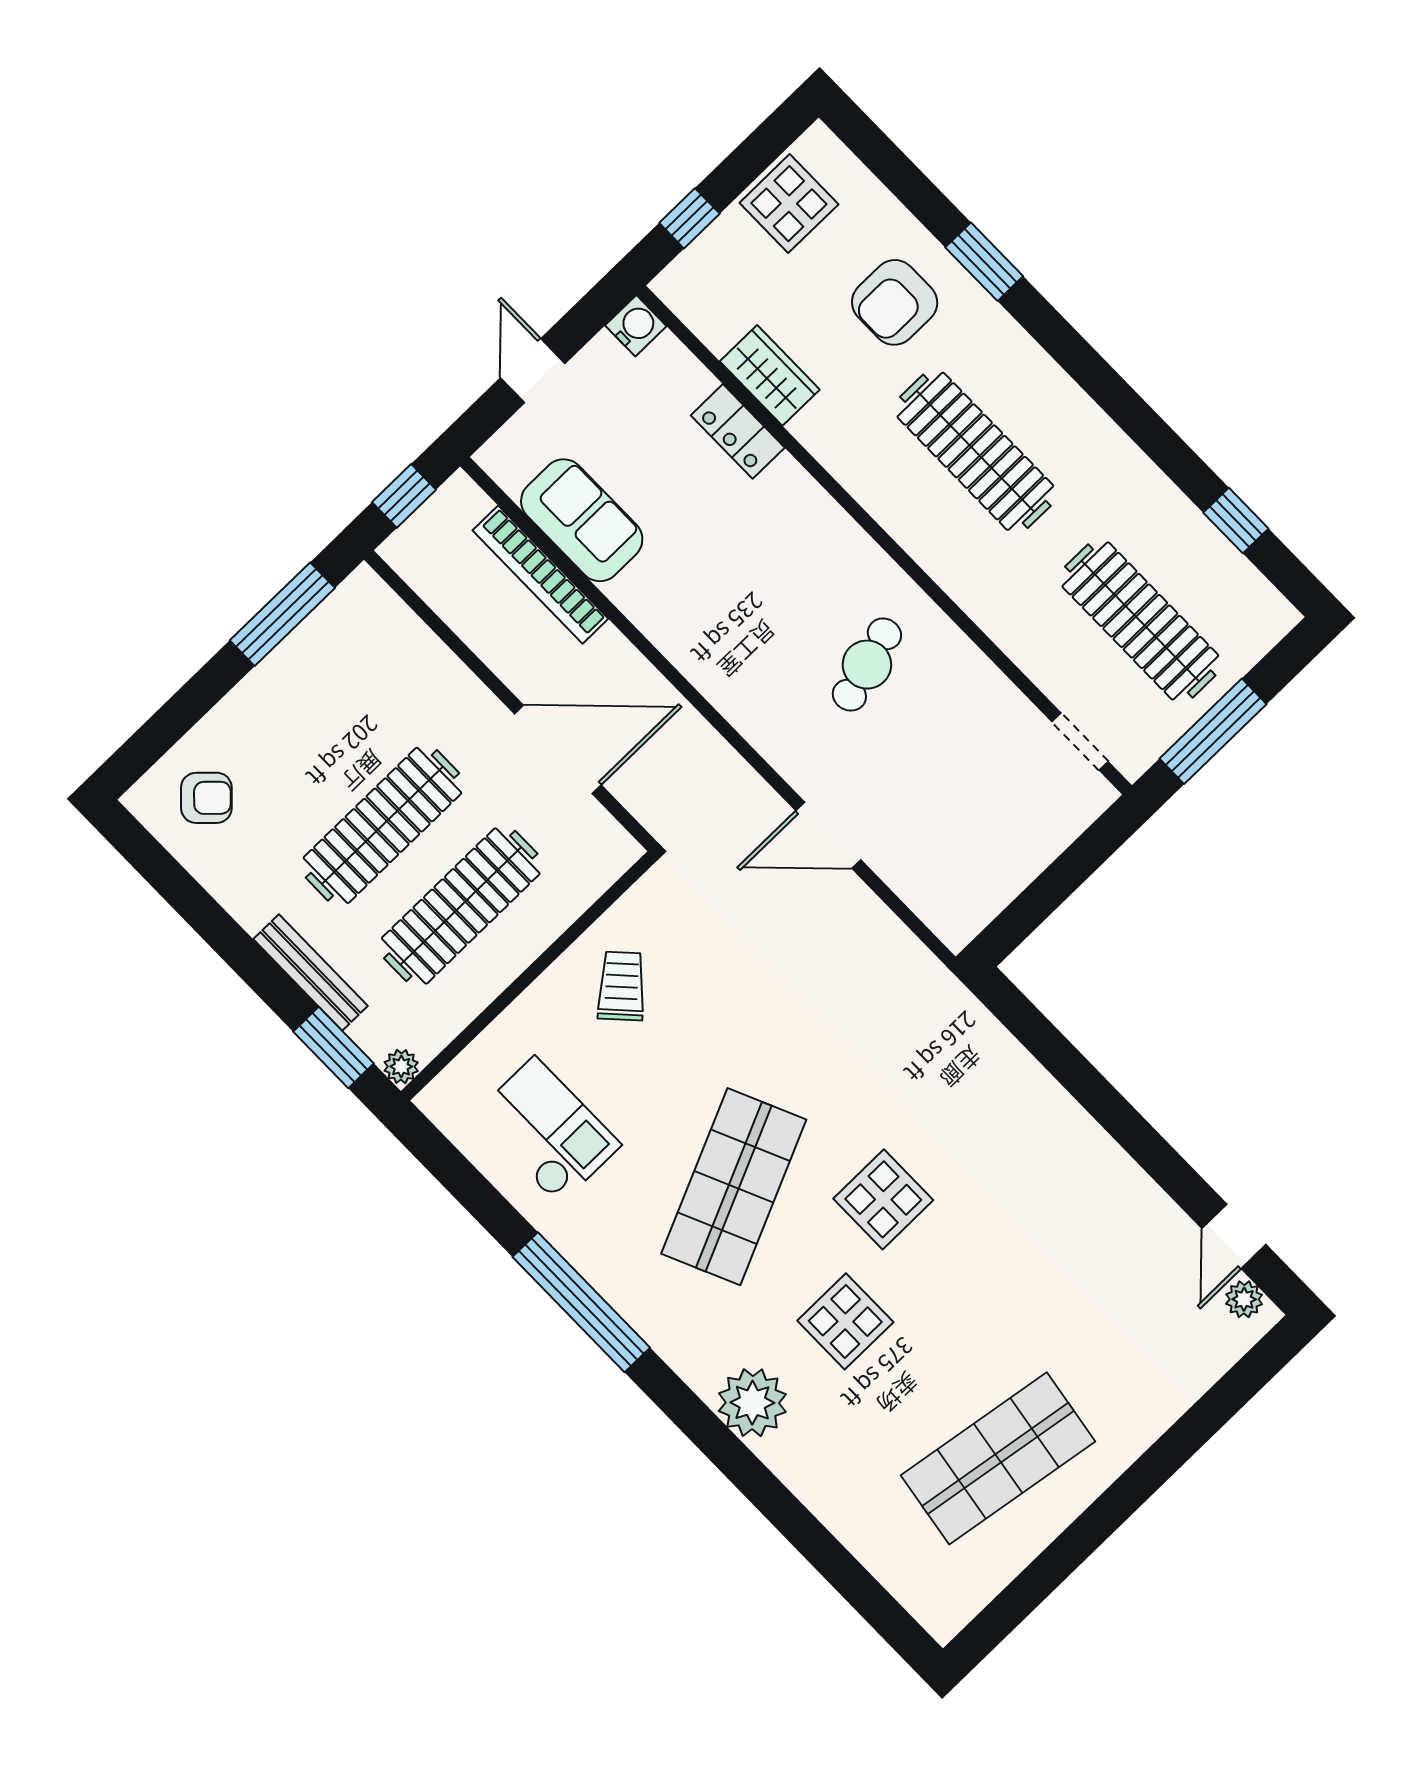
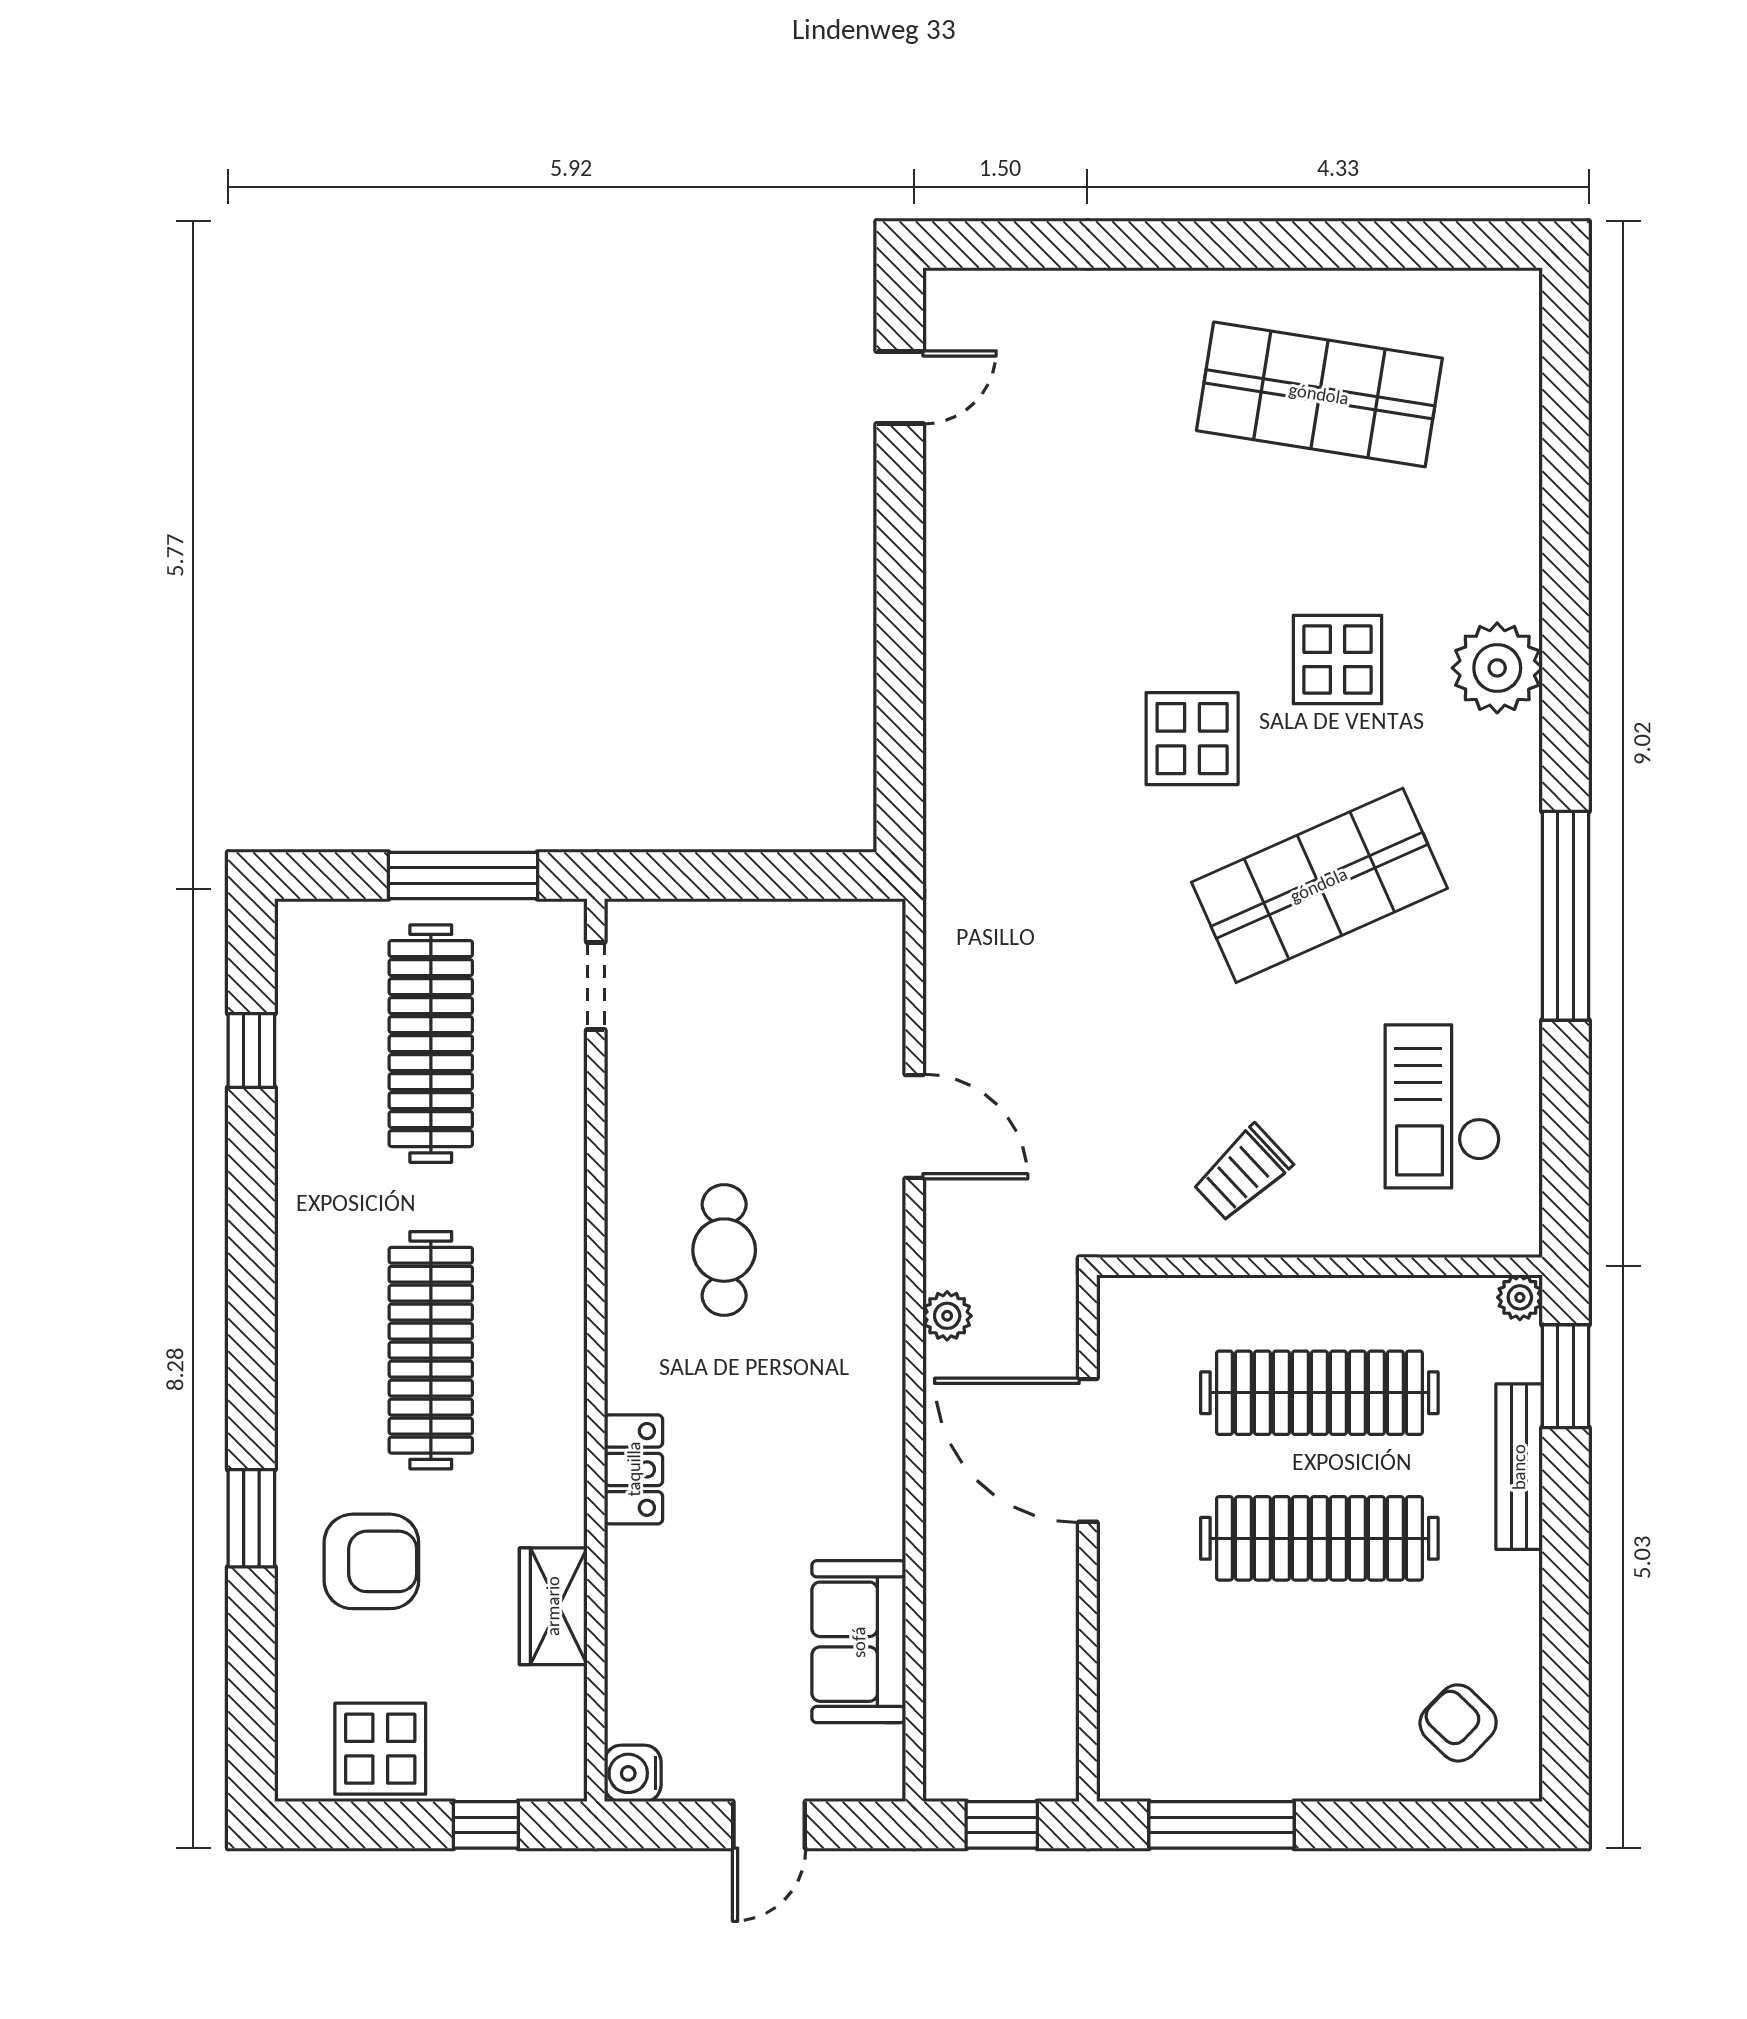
locker: (738, 431) -> (634, 1469), moved
bookcase: (540, 575) -> (946, 1629), removed
cafe table: (867, 665) -> (724, 1250), turned -74
plant: (1244, 1299) -> (947, 1316), moved

